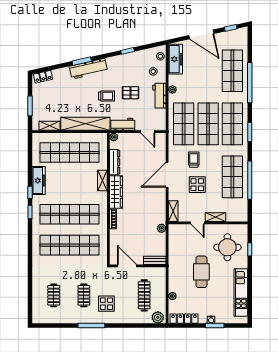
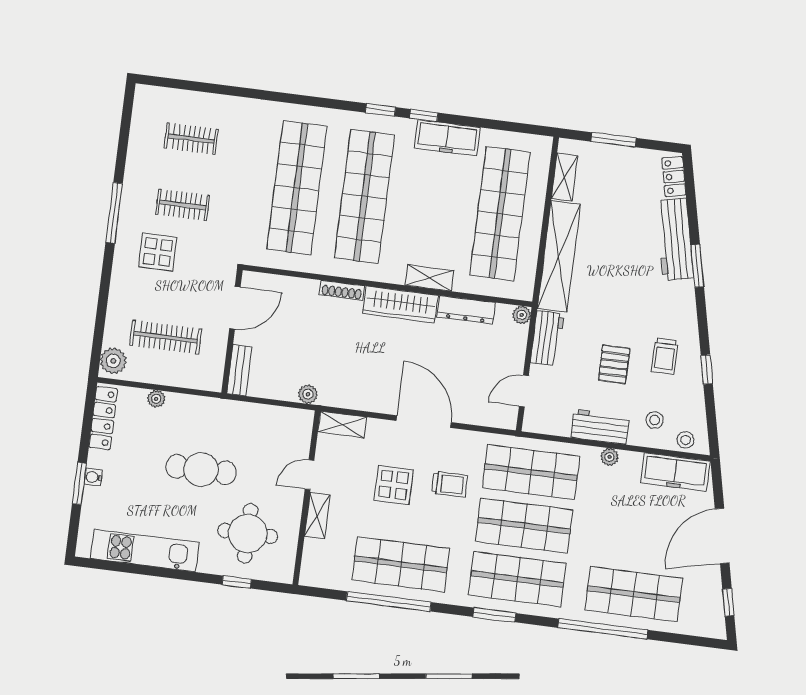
workbench: (88, 69) -> (675, 239), moved
trolley: (106, 96) -> (665, 356), moved

